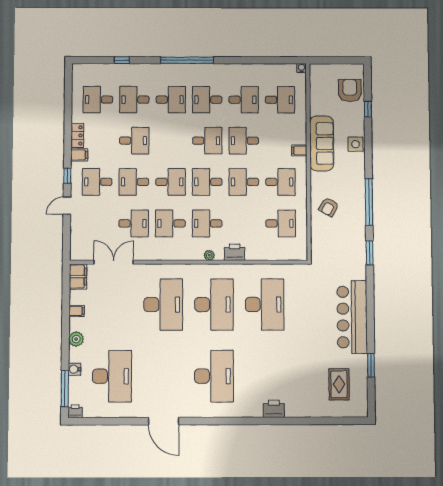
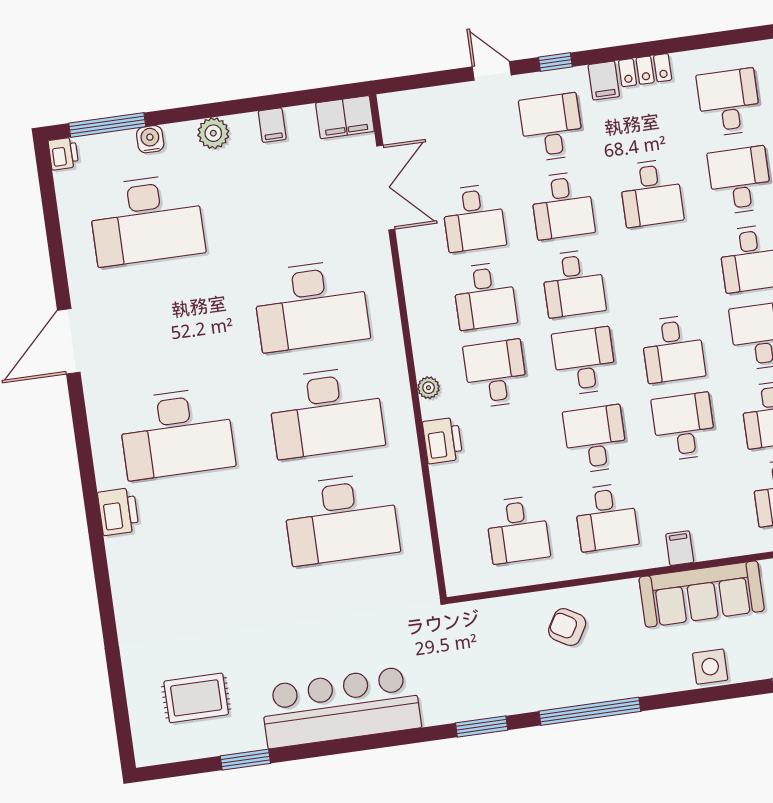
desk: (134, 182) -> (562, 205), turned 180
desk: (170, 223) -> (485, 296), turned 180
printer: (274, 409) -> (118, 512), moved

